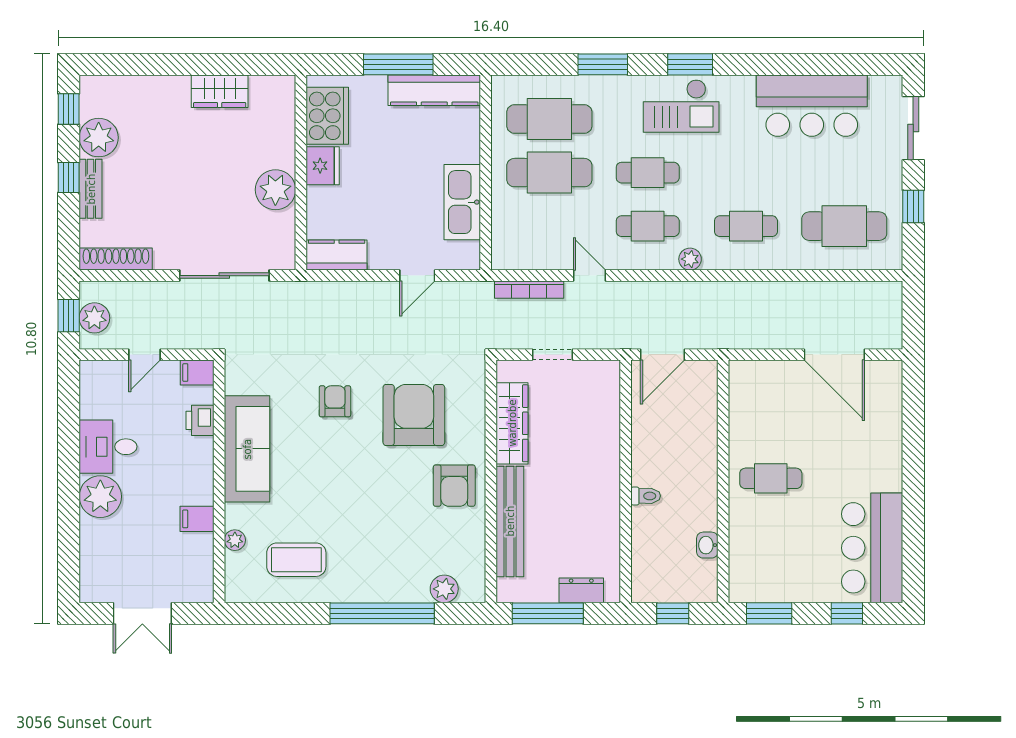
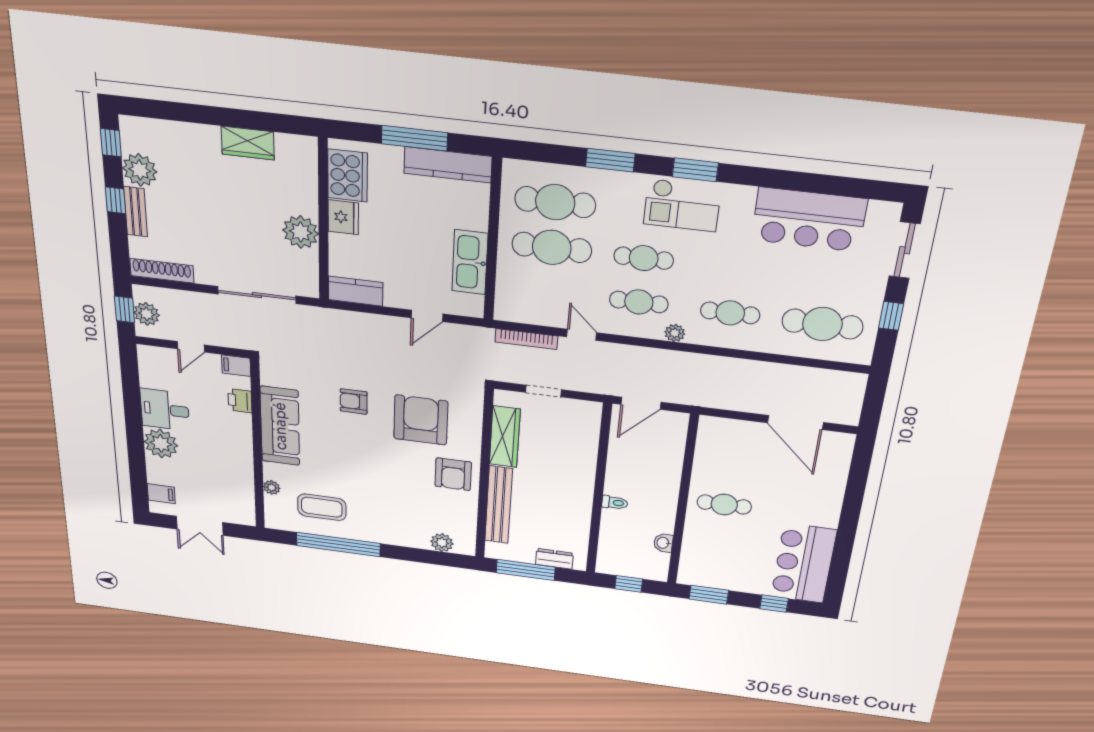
armchair: (335, 401) -> (354, 401), turned -90
filing cabinet: (197, 519) -> (161, 494), moved, turned 180
window: (382, 613) -> (338, 545), moved

